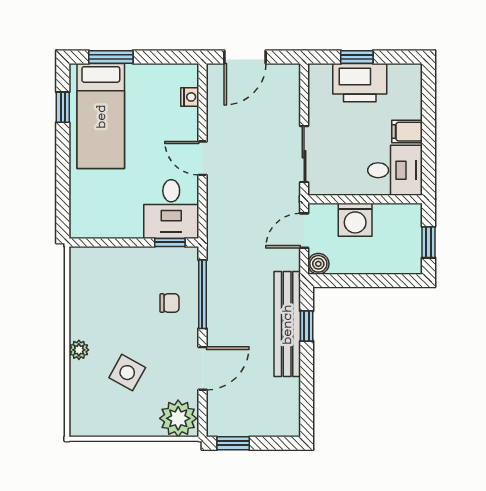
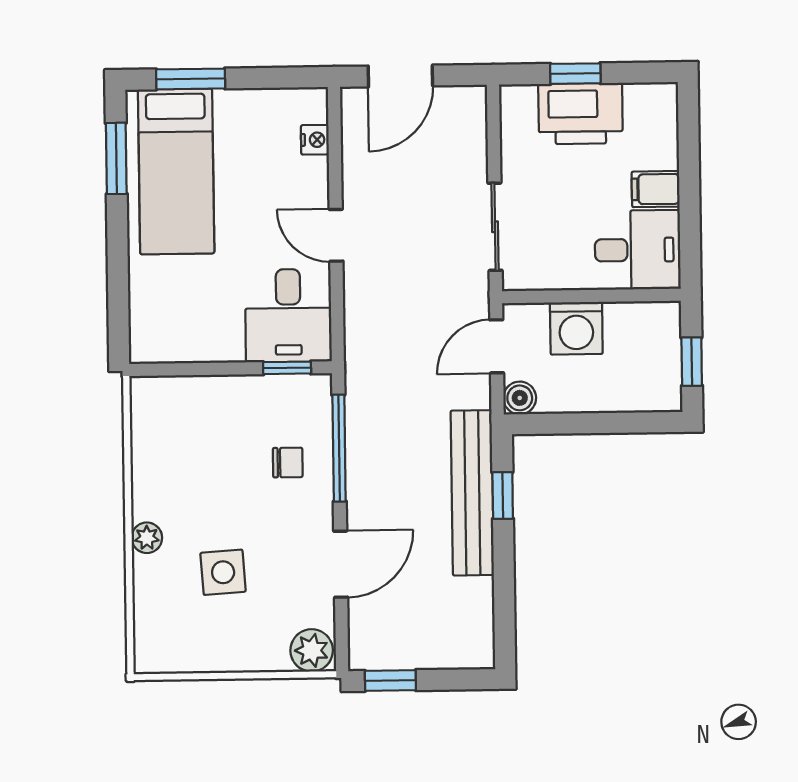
window: (63, 107) -> (116, 158), width x1.50
side table: (127, 373) -> (223, 572), turned -33
plant: (178, 418) -> (312, 650), width x0.73, depth x0.73

